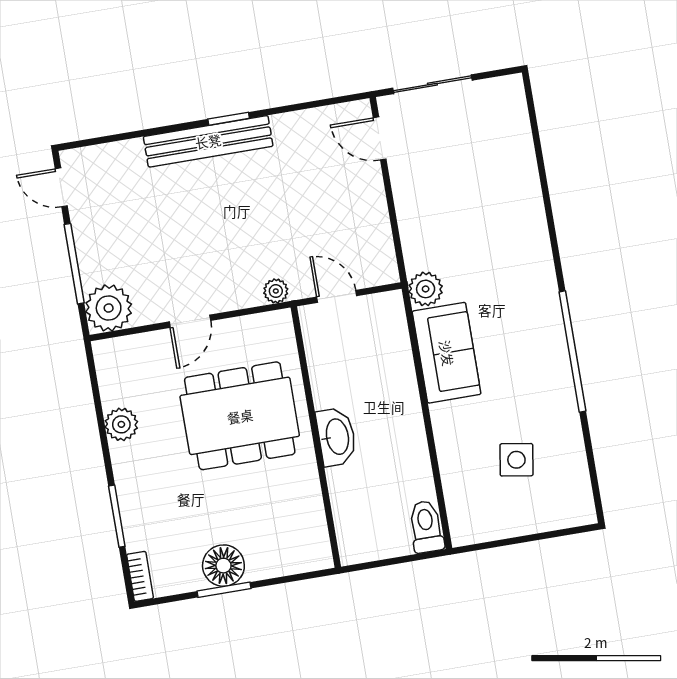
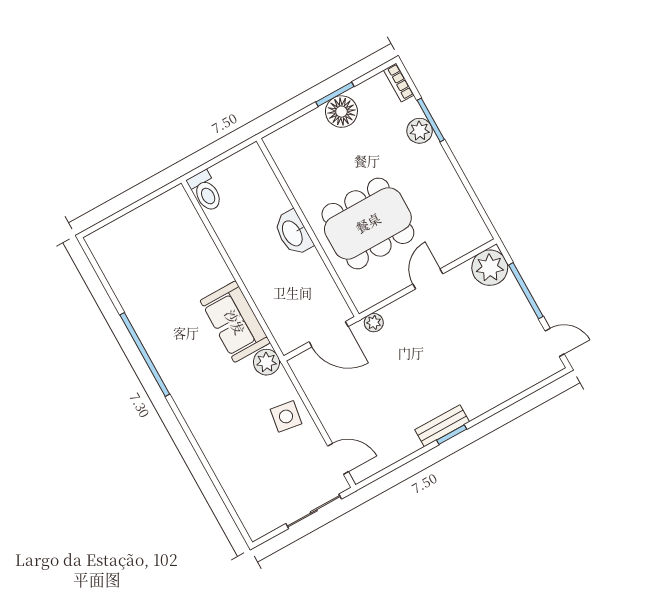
bench: (208, 141) -> (442, 426), width x0.54, depth x0.82
door: (337, 296) -> (329, 334), width x1.38
plant: (121, 424) -> (420, 131), moved
side table: (516, 460) -> (286, 416), moved

